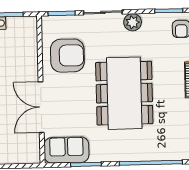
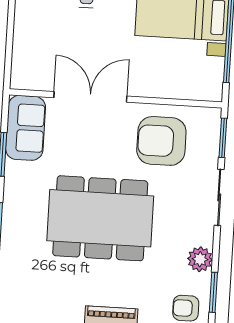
plant: (133, 22) -> (200, 259), moved
armchair: (67, 56) -> (161, 141), turned 90

